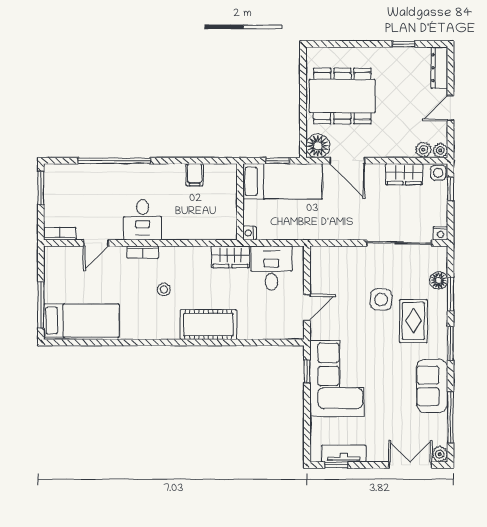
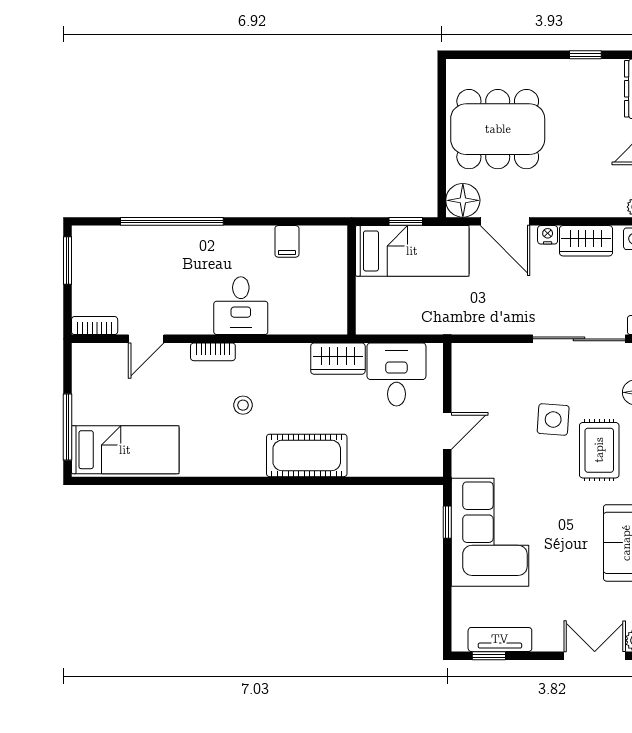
plant: (423, 150) -> (613, 206), removed
desk: (143, 220) -> (241, 306), moved
nightstand: (249, 233) -> (548, 235), moved, turned 90

